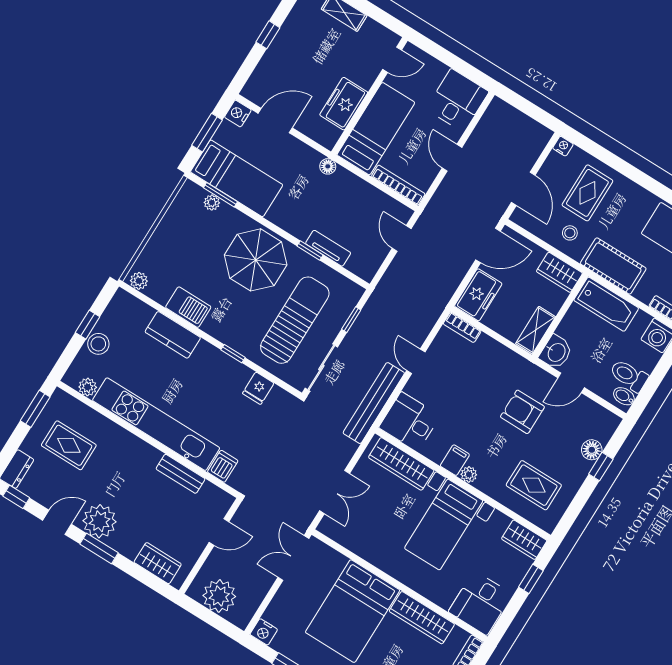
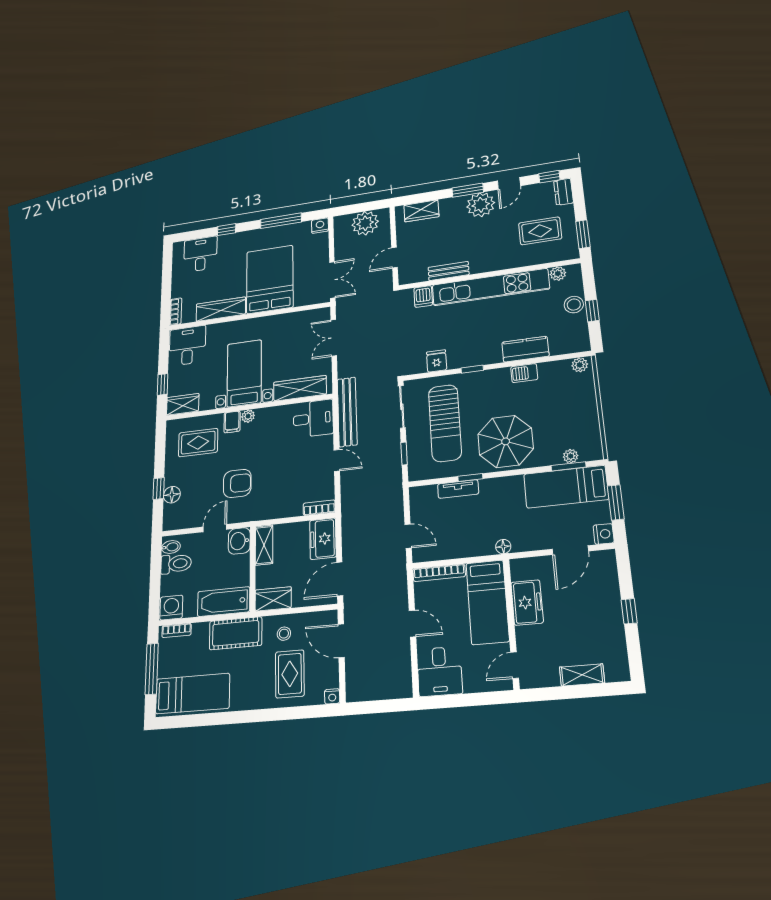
barbecue: (188, 307) -> (524, 373), width x0.73, depth x0.79
filing cabinet: (455, 460) -> (232, 422), moved

